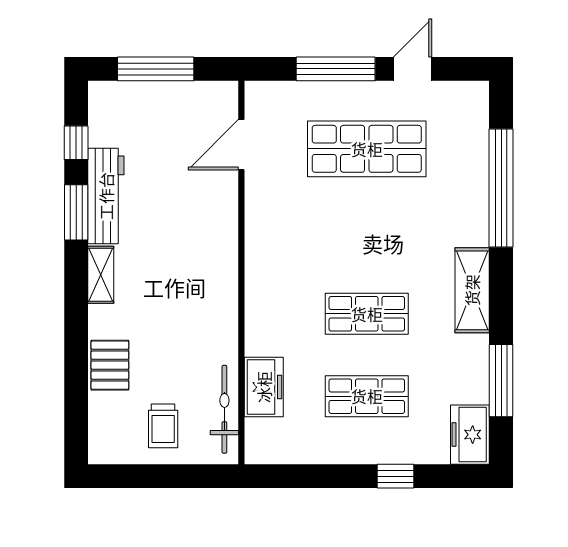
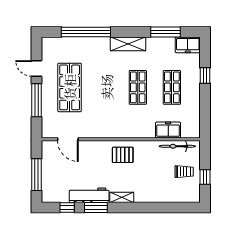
pallet: (110, 365) -> (123, 155), moved
window: (150, 476) -> (205, 177), added

